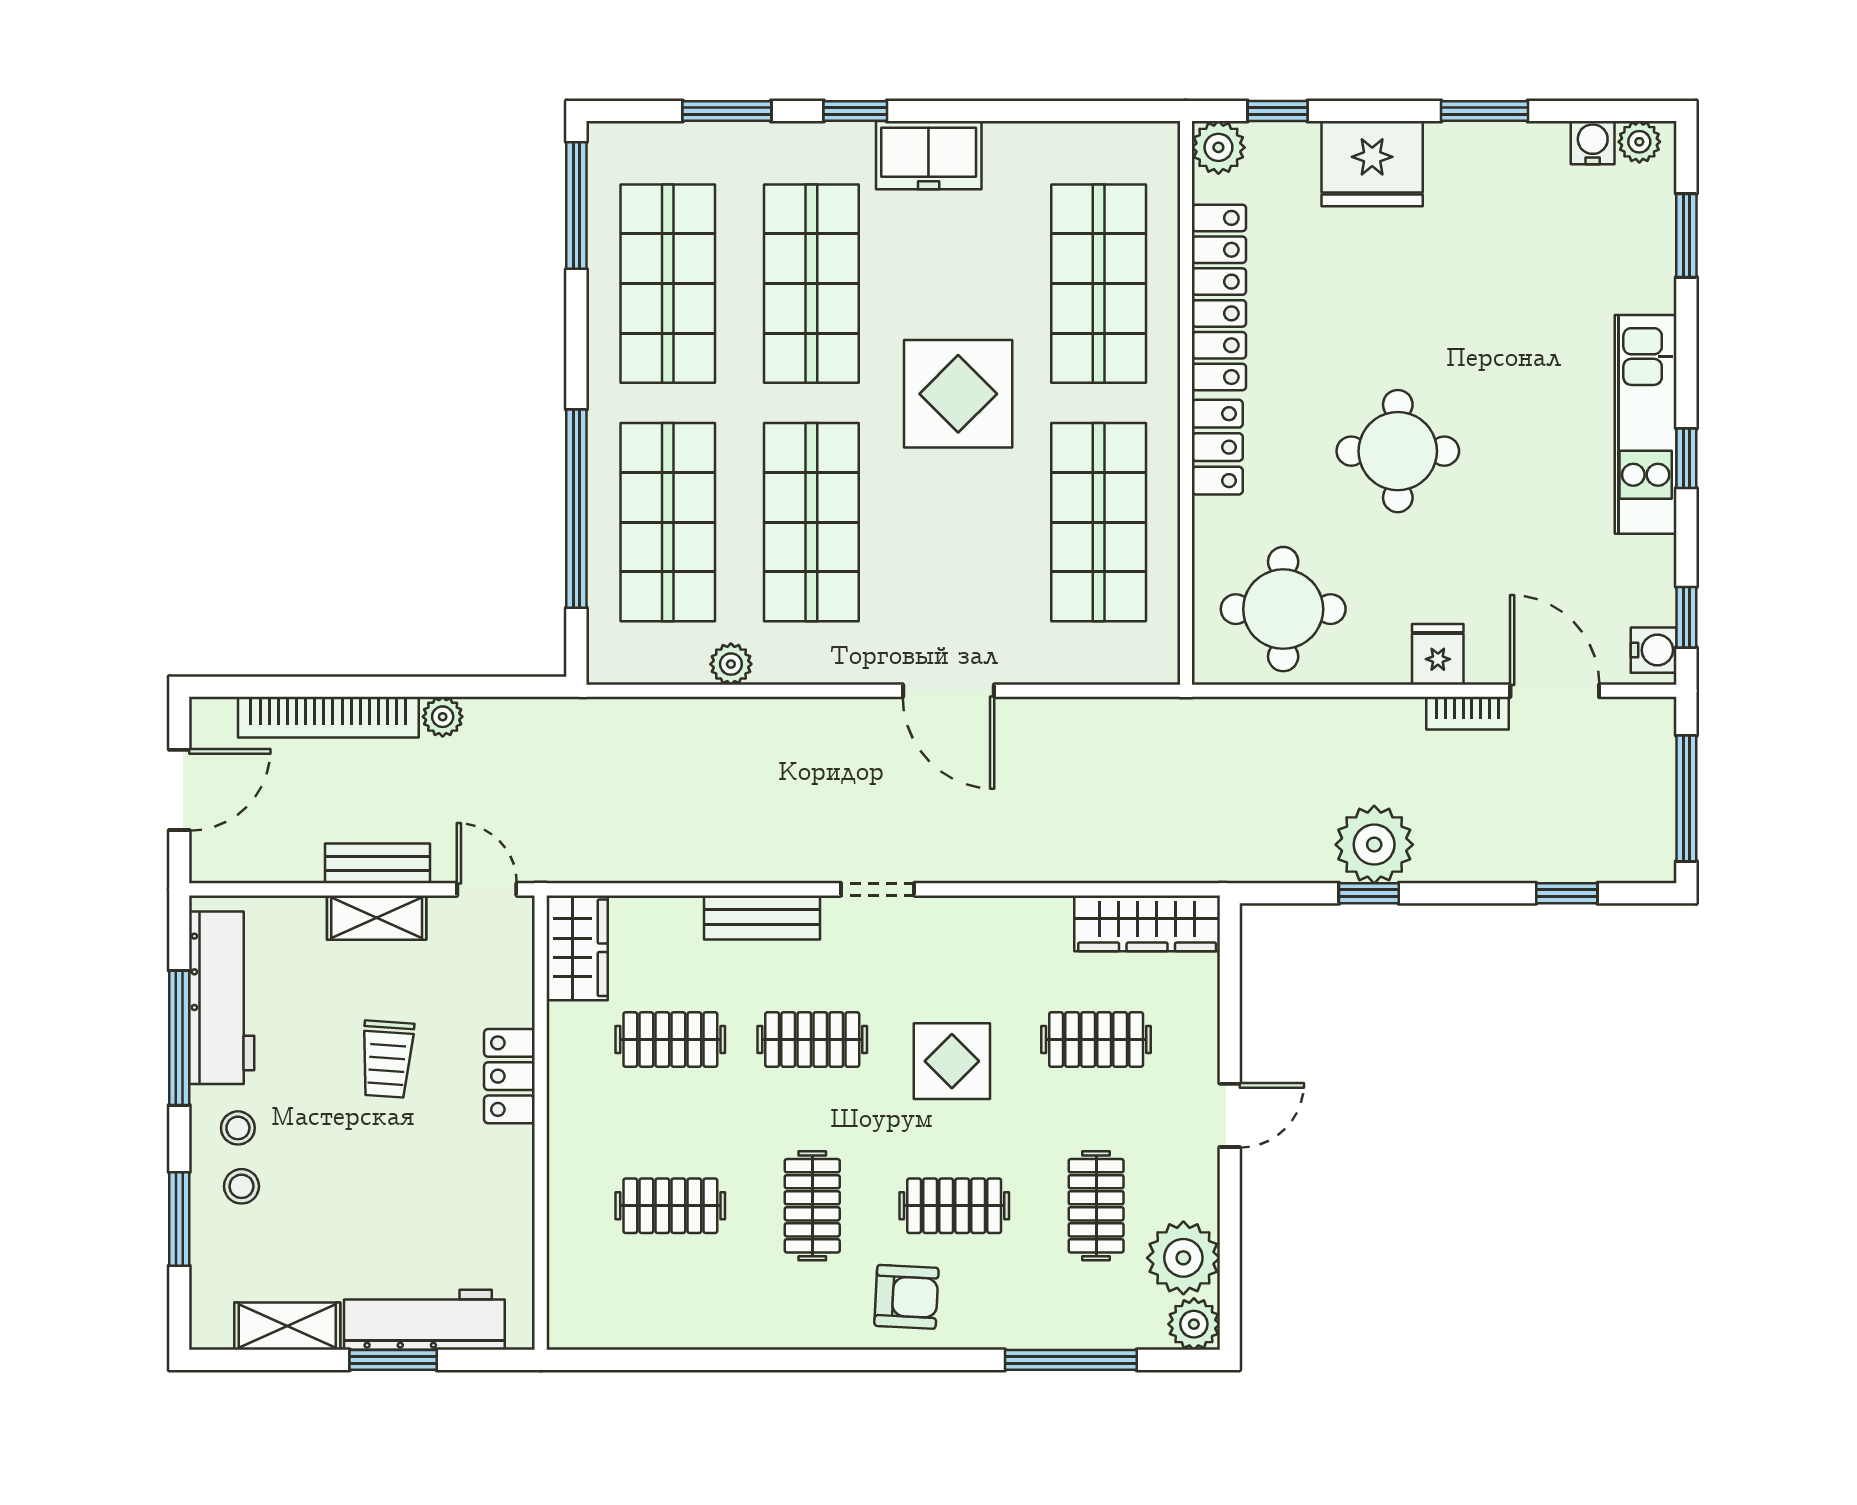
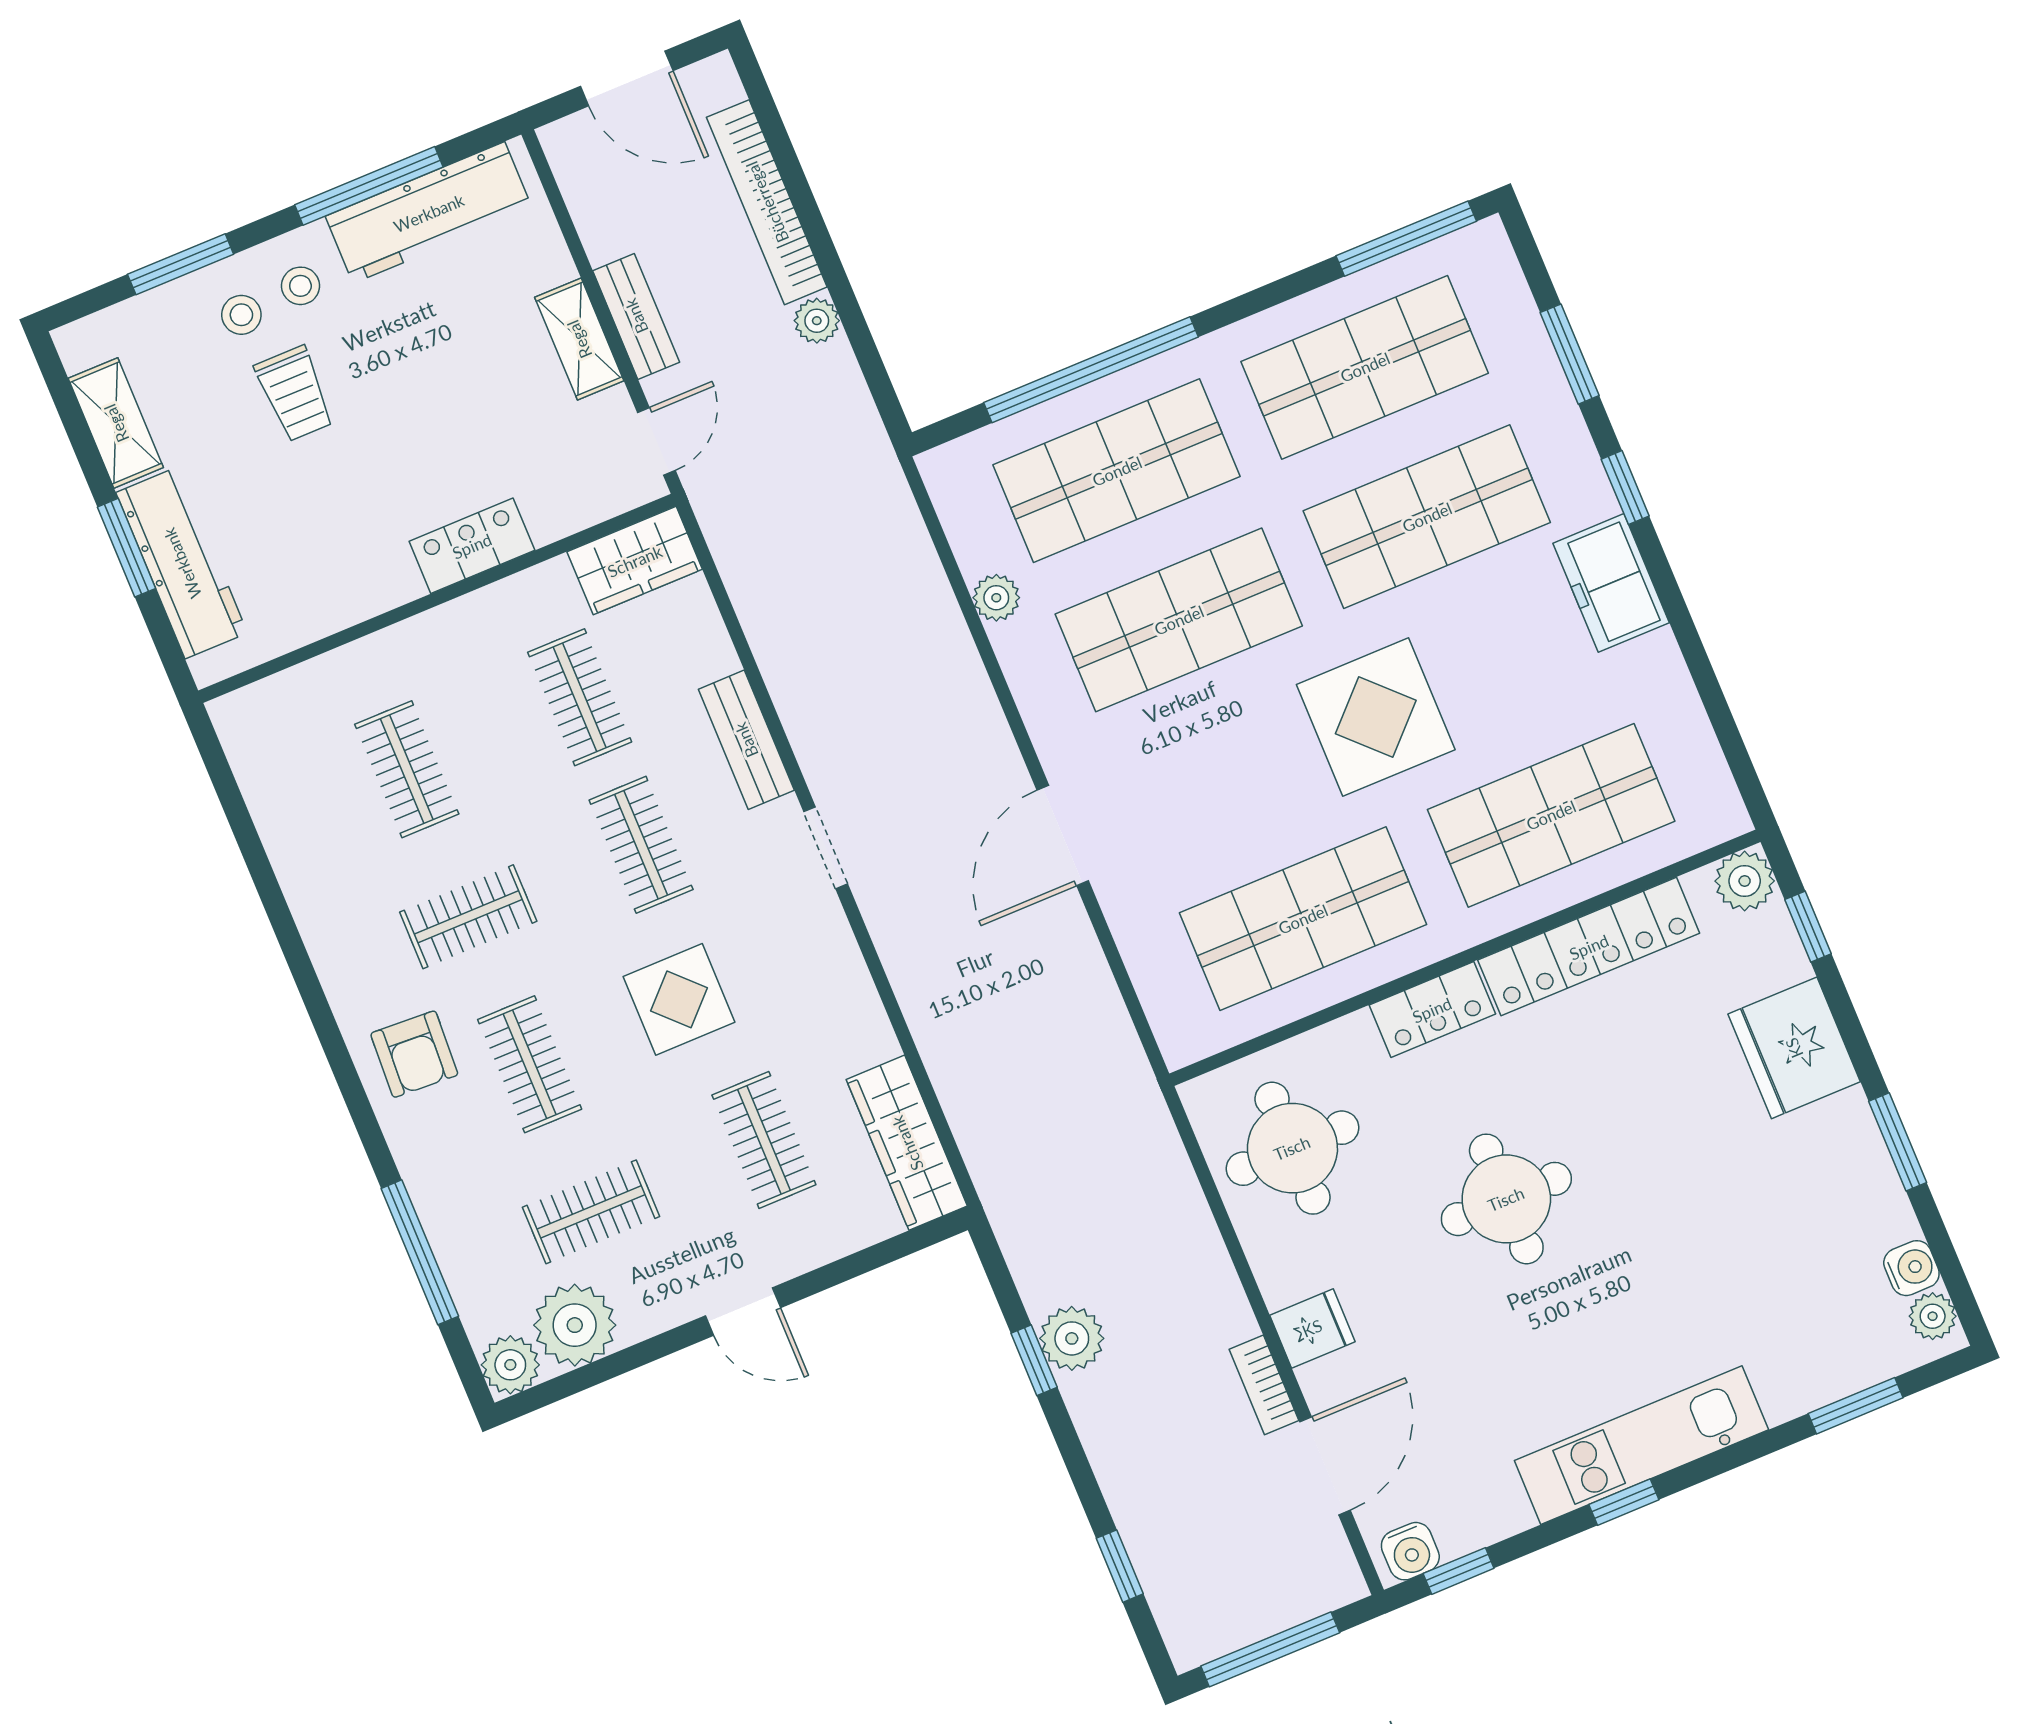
plant: (1374, 845) -> (1072, 1338), width x0.73, depth x0.73
trolley: (387, 1059) -> (295, 394), moved, turned -94

